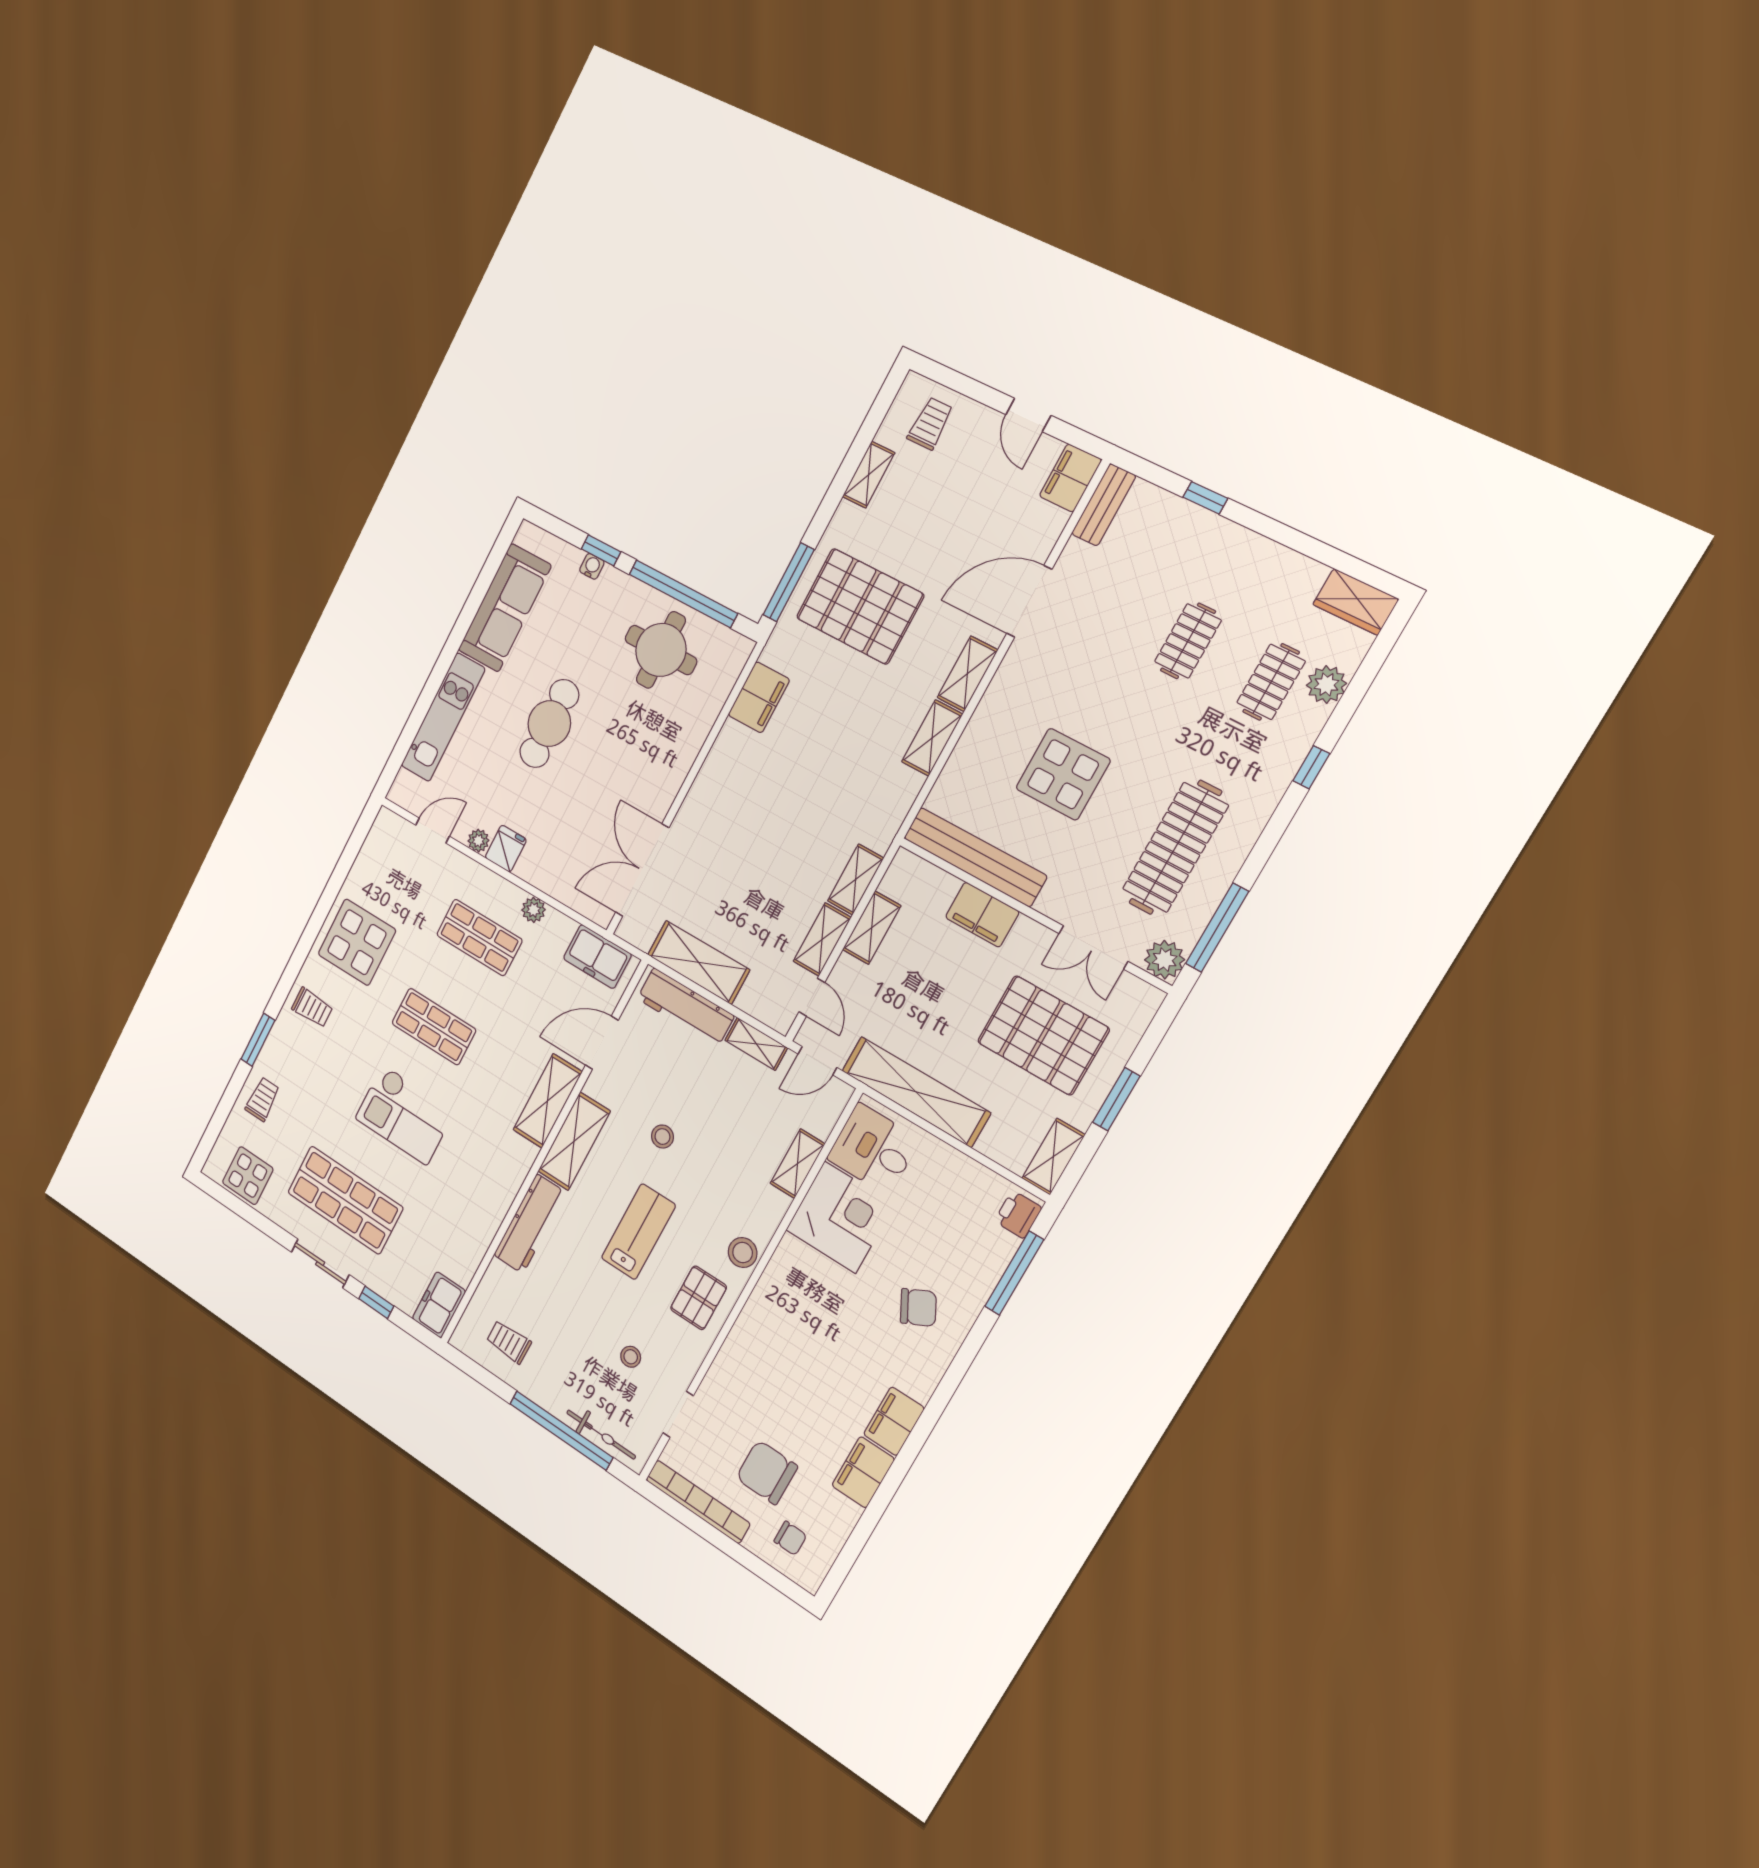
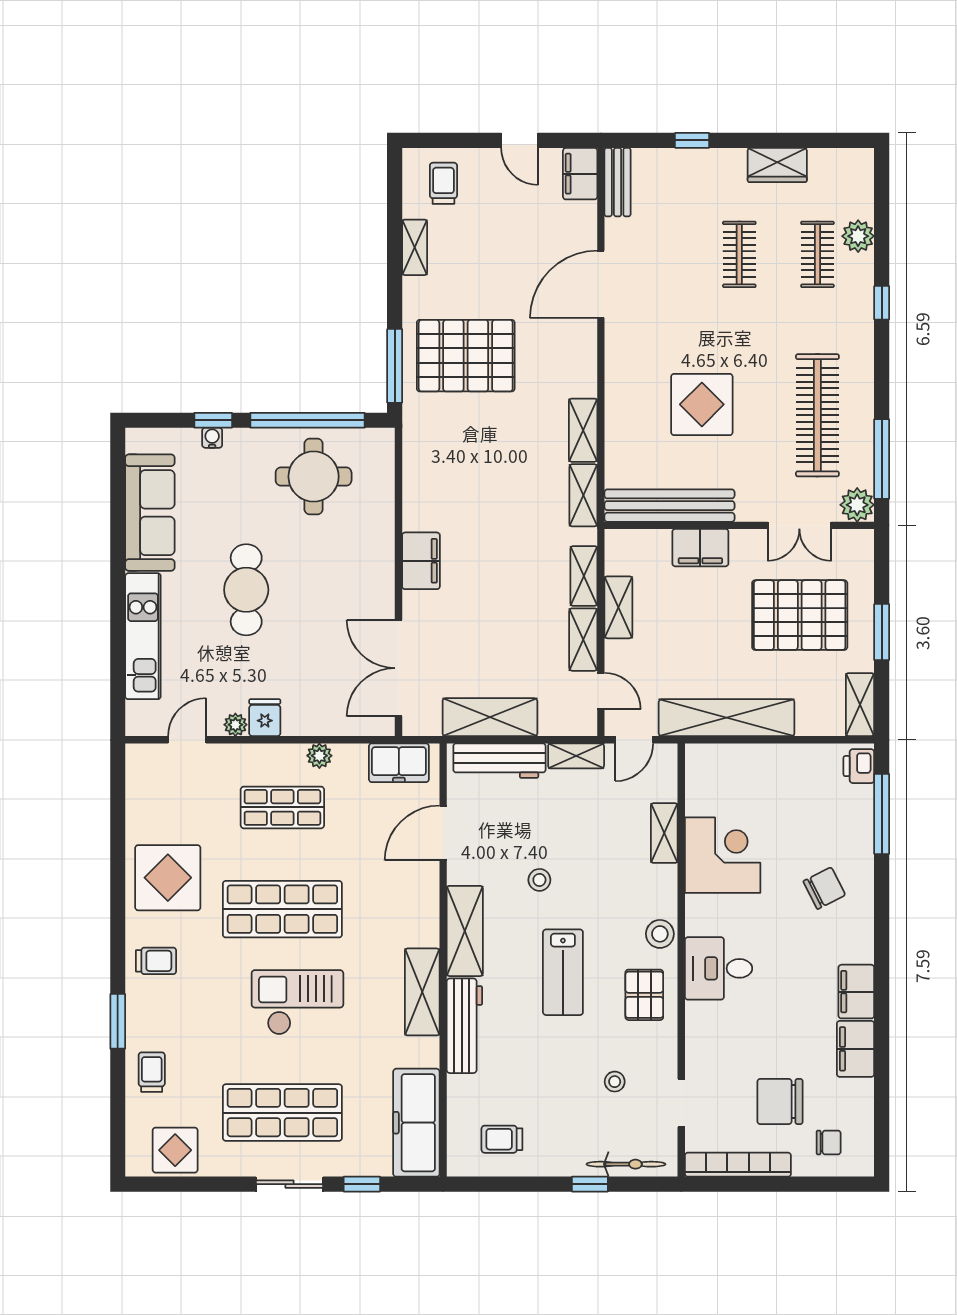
wardrobe: (1356, 602) -> (777, 165), moved
shelving: (967, 674) -> (583, 495), moved
filing cabinet: (759, 697) -> (421, 561), moved
shop shelf: (434, 1027) -> (282, 909), width x1.43, depth x1.36
shelving: (548, 1101) -> (422, 992), moved
checkout: (405, 1115) -> (297, 1002), turned 180
desk: (873, 1149) -> (719, 968), moved
lab bench: (638, 1232) -> (563, 972), turned 180
freezer: (439, 1305) -> (416, 1123), width x1.91, depth x1.26
window: (561, 1430) -> (590, 1184), width x0.32

